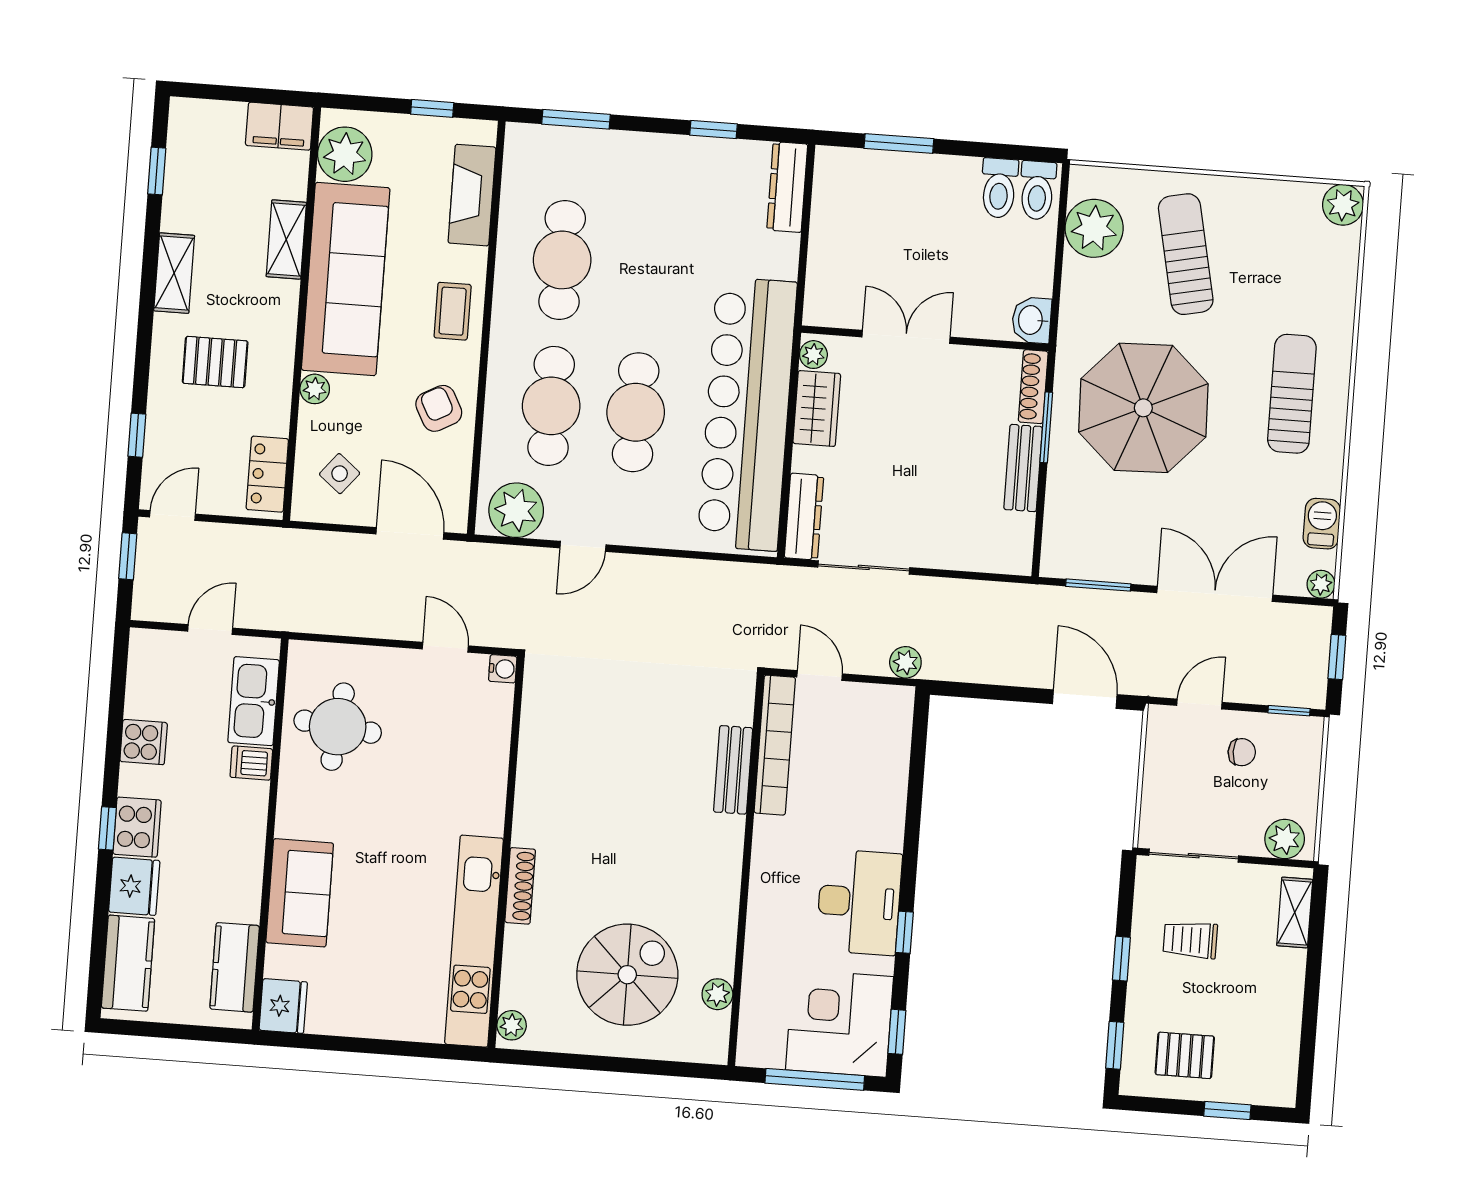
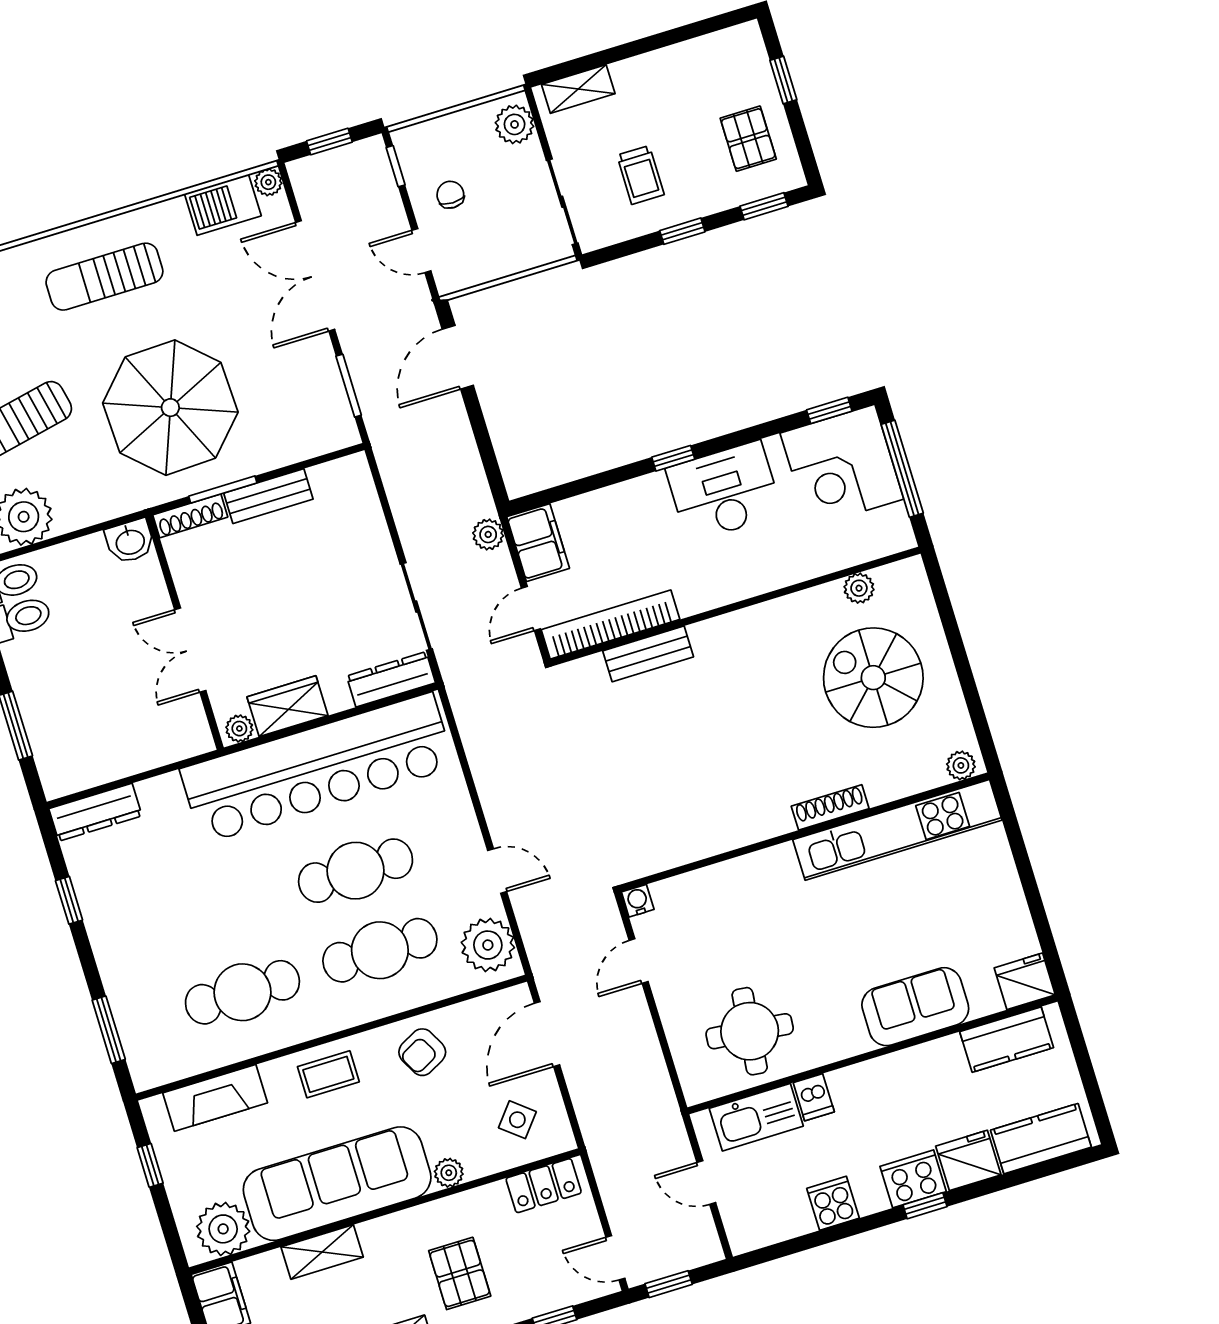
barbecue: (1322, 524) -> (223, 205), width x1.38, depth x1.27
filing cabinet: (879, 707) -> (538, 543), added
window: (904, 932) -> (673, 458), moved

